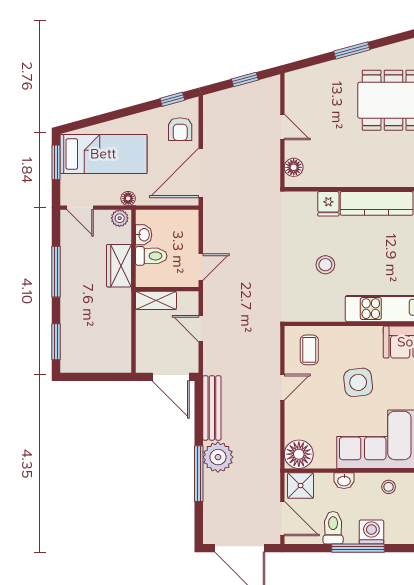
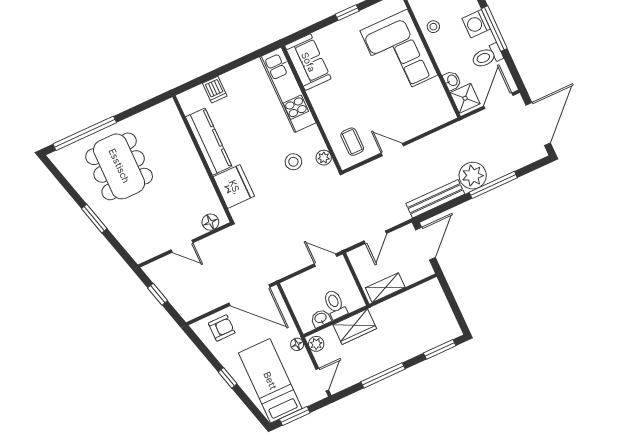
window: (172, 99) -> (228, 378), moved
door: (282, 127) -> (182, 246), swing flipped
fridge: (328, 204) -> (234, 186), width x1.88, depth x1.34
stool: (325, 265) -> (293, 162), moved
shelving: (156, 300) -> (385, 288), moved, turned 90
plant: (306, 313) -> (324, 158), added
coffee table: (309, 350) -> (352, 142), turned 90
side table: (358, 382) -> (360, 90), removed
floor lamp: (299, 454) -> (440, 111), removed
washbasin: (344, 481) -> (452, 80), moved

